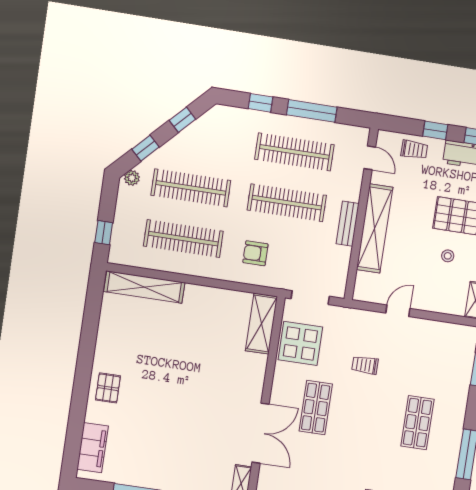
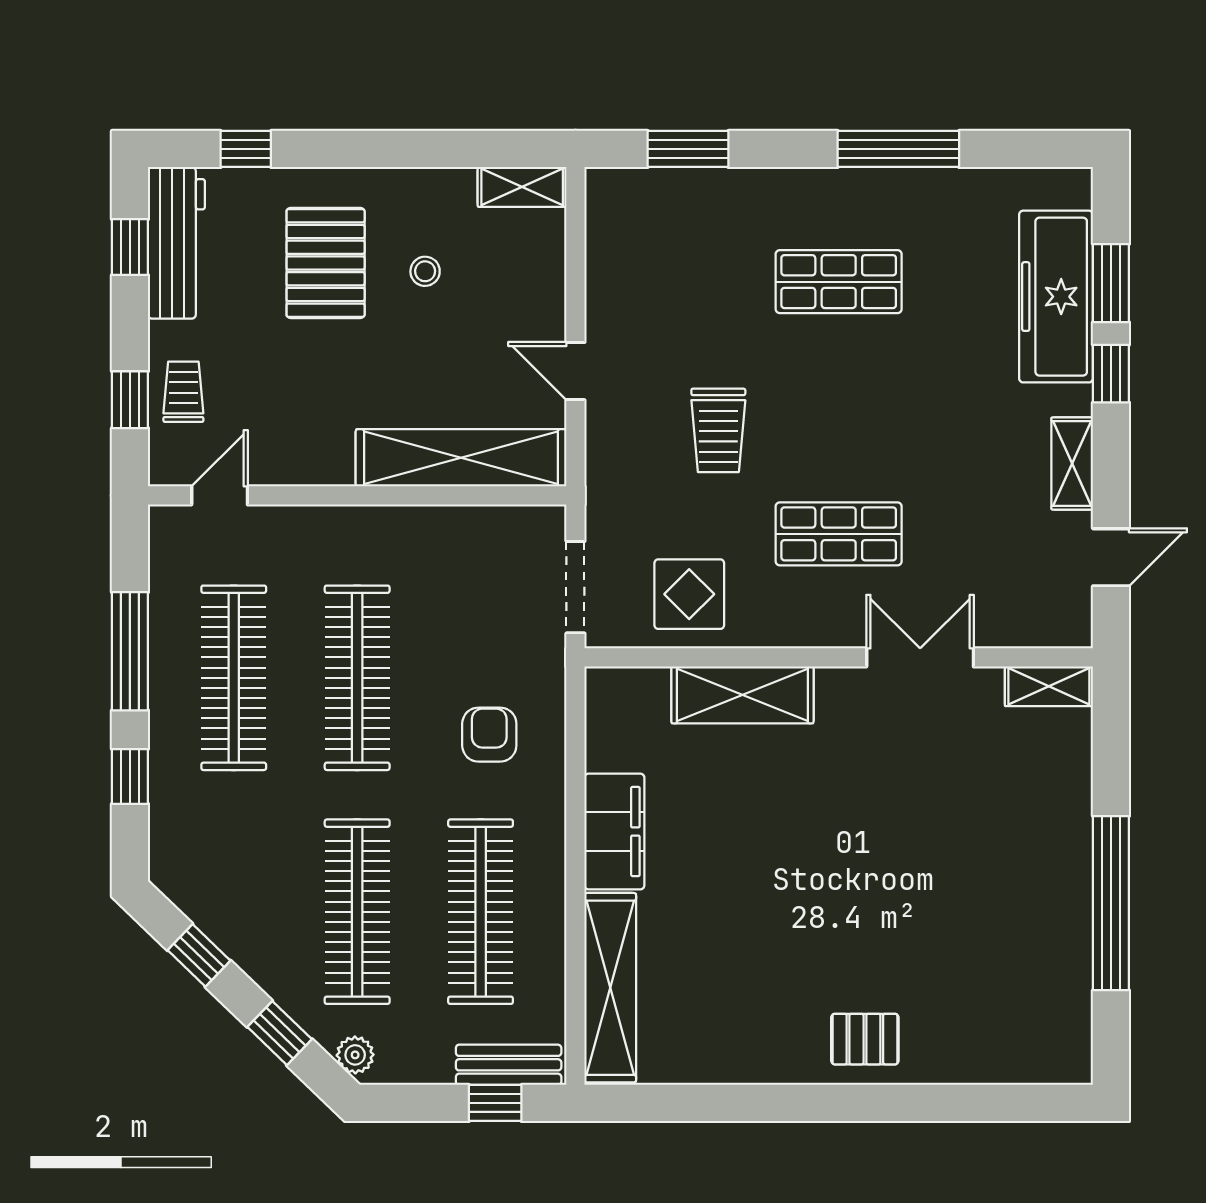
window: (435, 130) -> (130, 400), moved
bench: (348, 224) -> (509, 1065), moved
shelving: (375, 228) -> (461, 458), moved
armchair: (255, 253) -> (489, 735), turned 180
shelving: (261, 324) -> (742, 695), moved
display table: (300, 343) -> (689, 594), width x0.73, depth x0.73
trolley: (365, 365) -> (718, 430), width x1.36, depth x1.39
double door: (261, 433) -> (920, 657), width x0.73
filing cabinet: (93, 448) -> (614, 831), moved, turned 90

